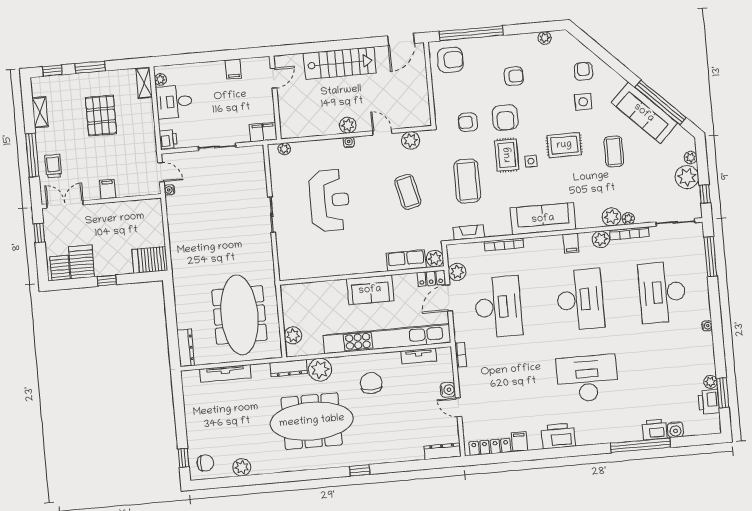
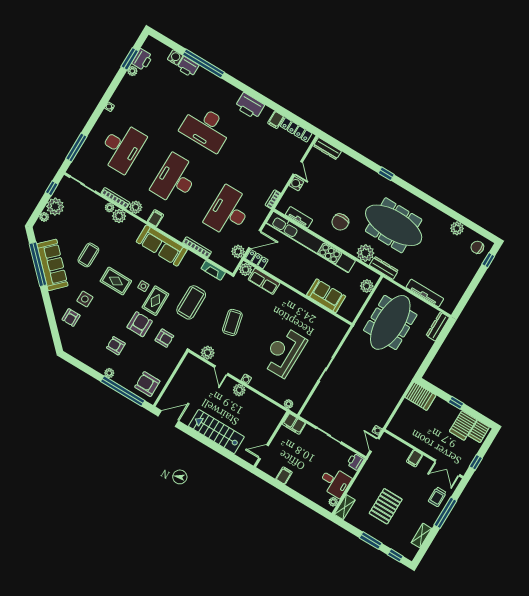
plant: (545, 38) -> (109, 373), moved
sofa: (370, 290) -> (326, 296), moved

